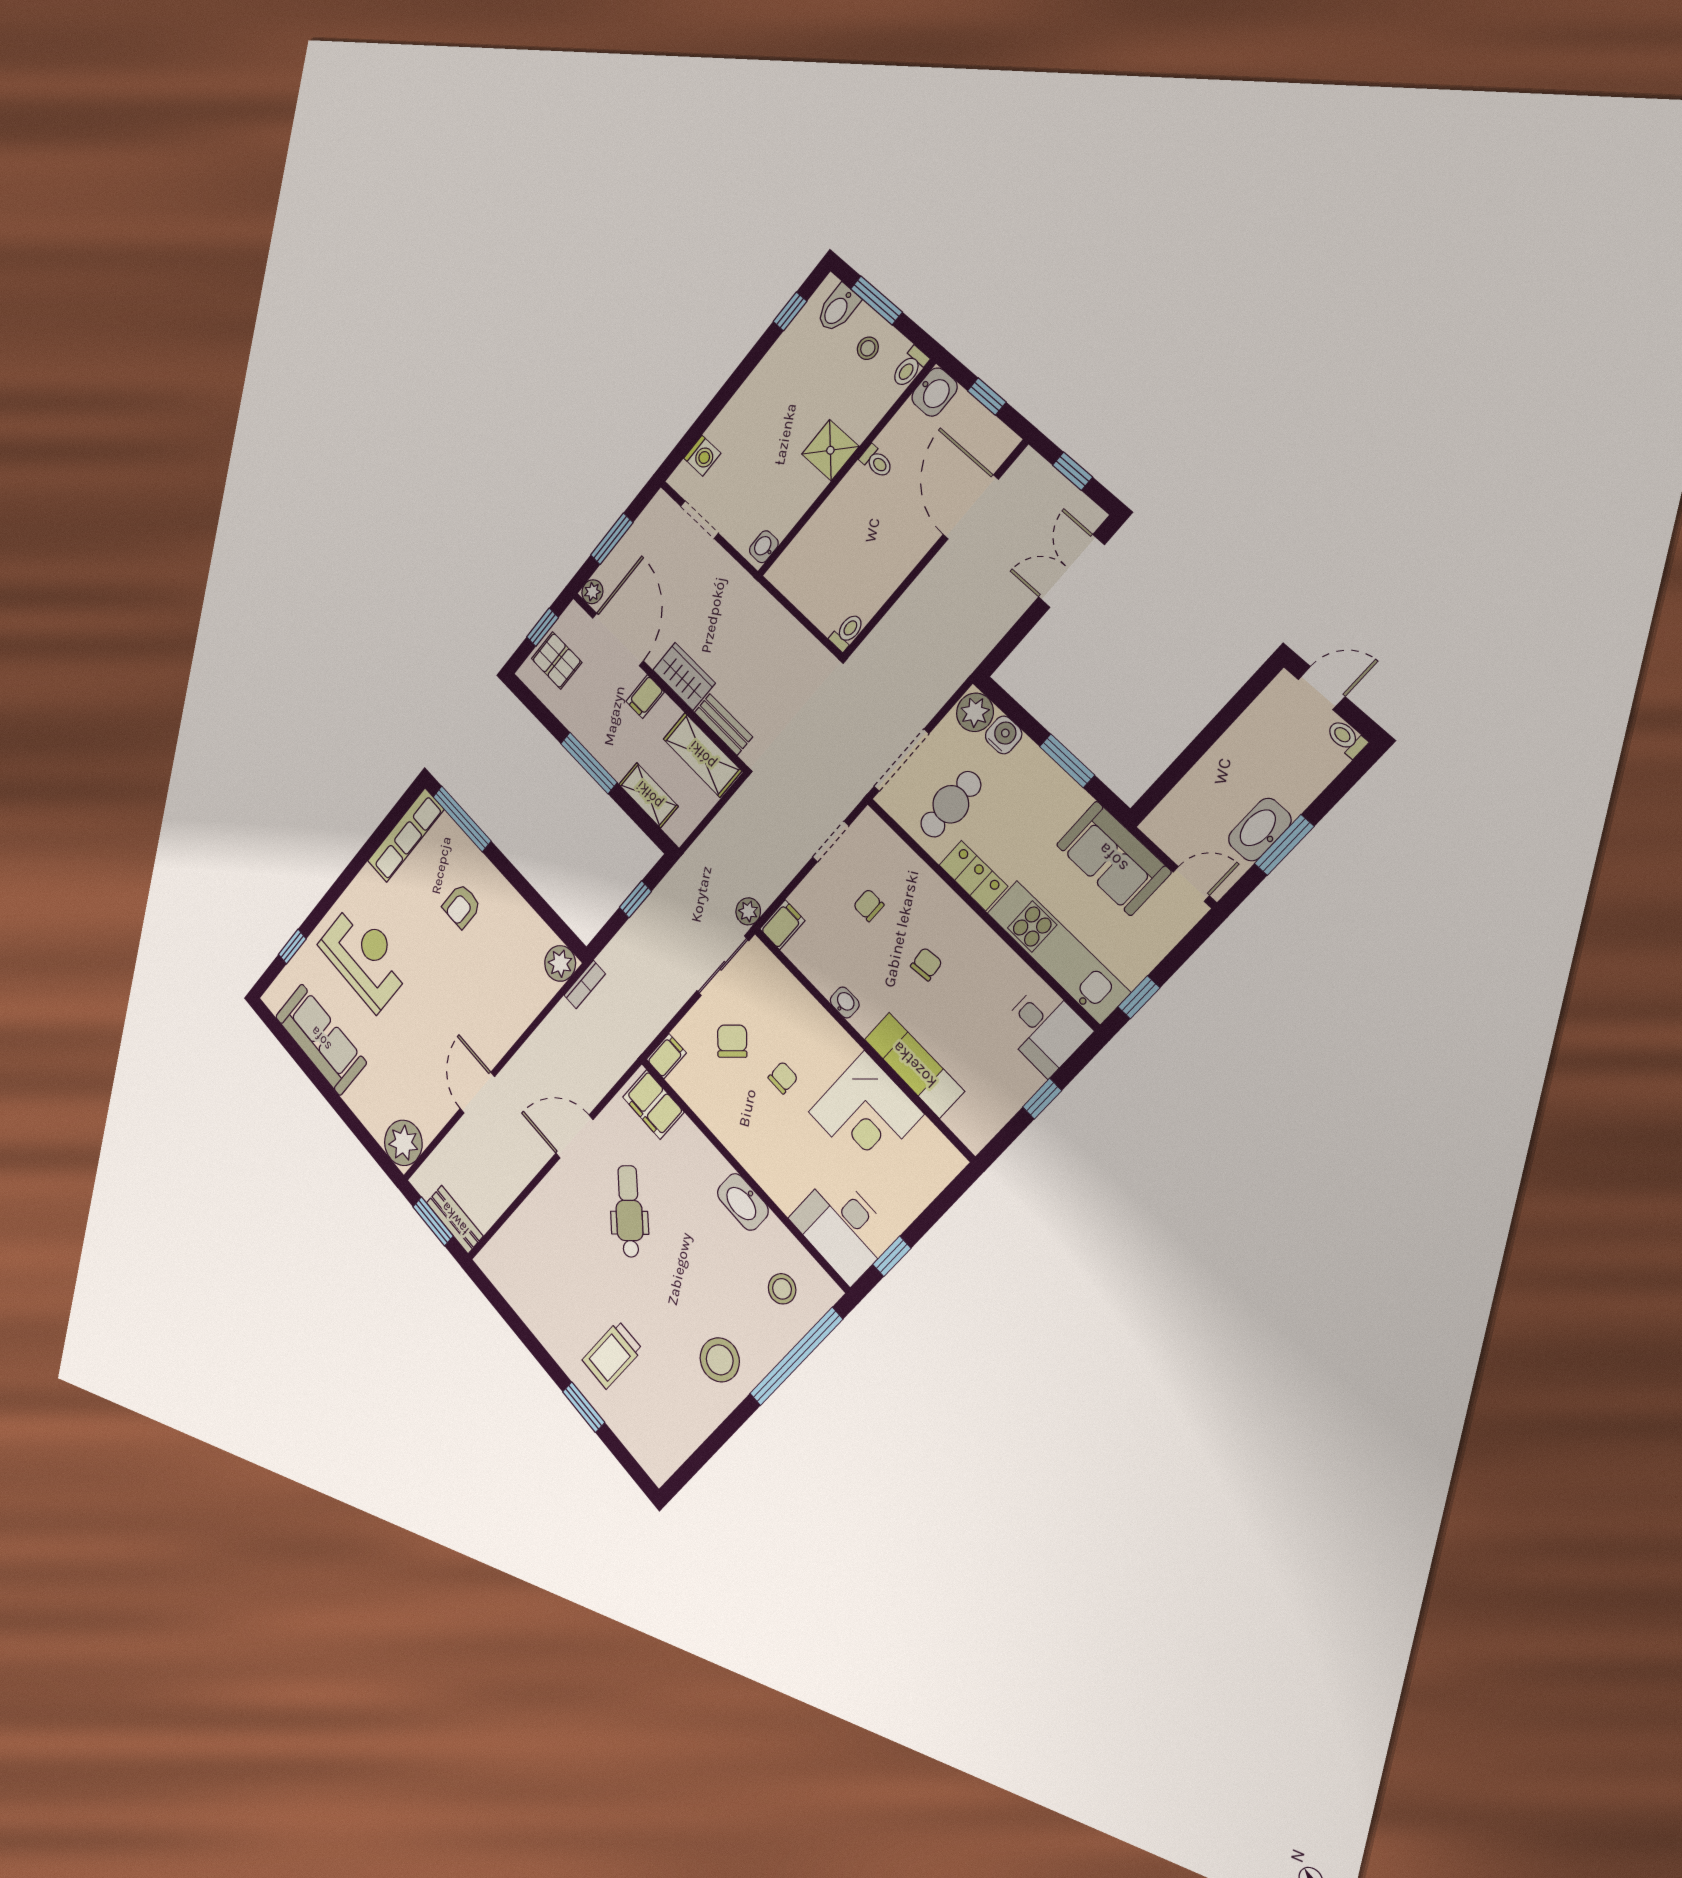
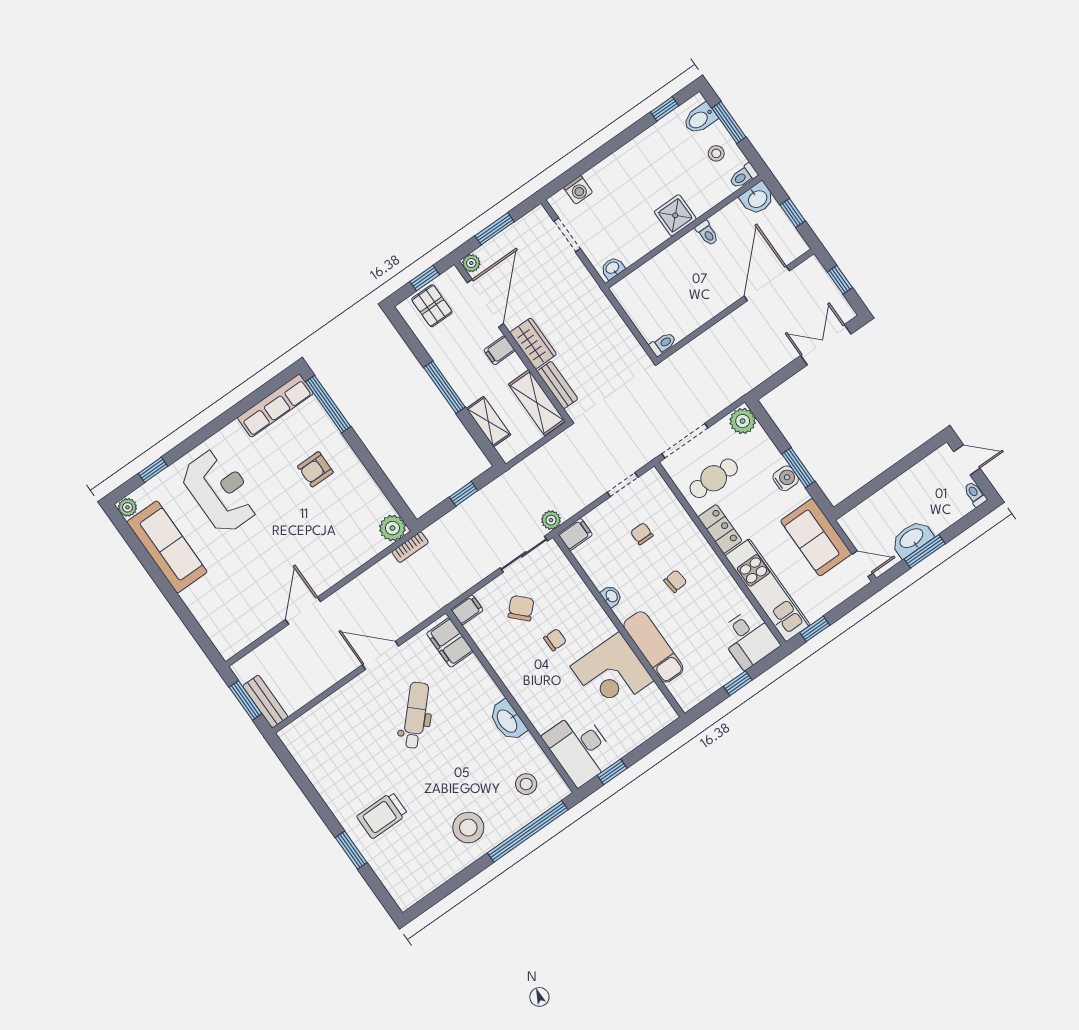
water cooler: (1004, 735) -> (786, 478), moved
plant: (403, 1143) -> (127, 507), moved, width x0.53, depth x0.53

